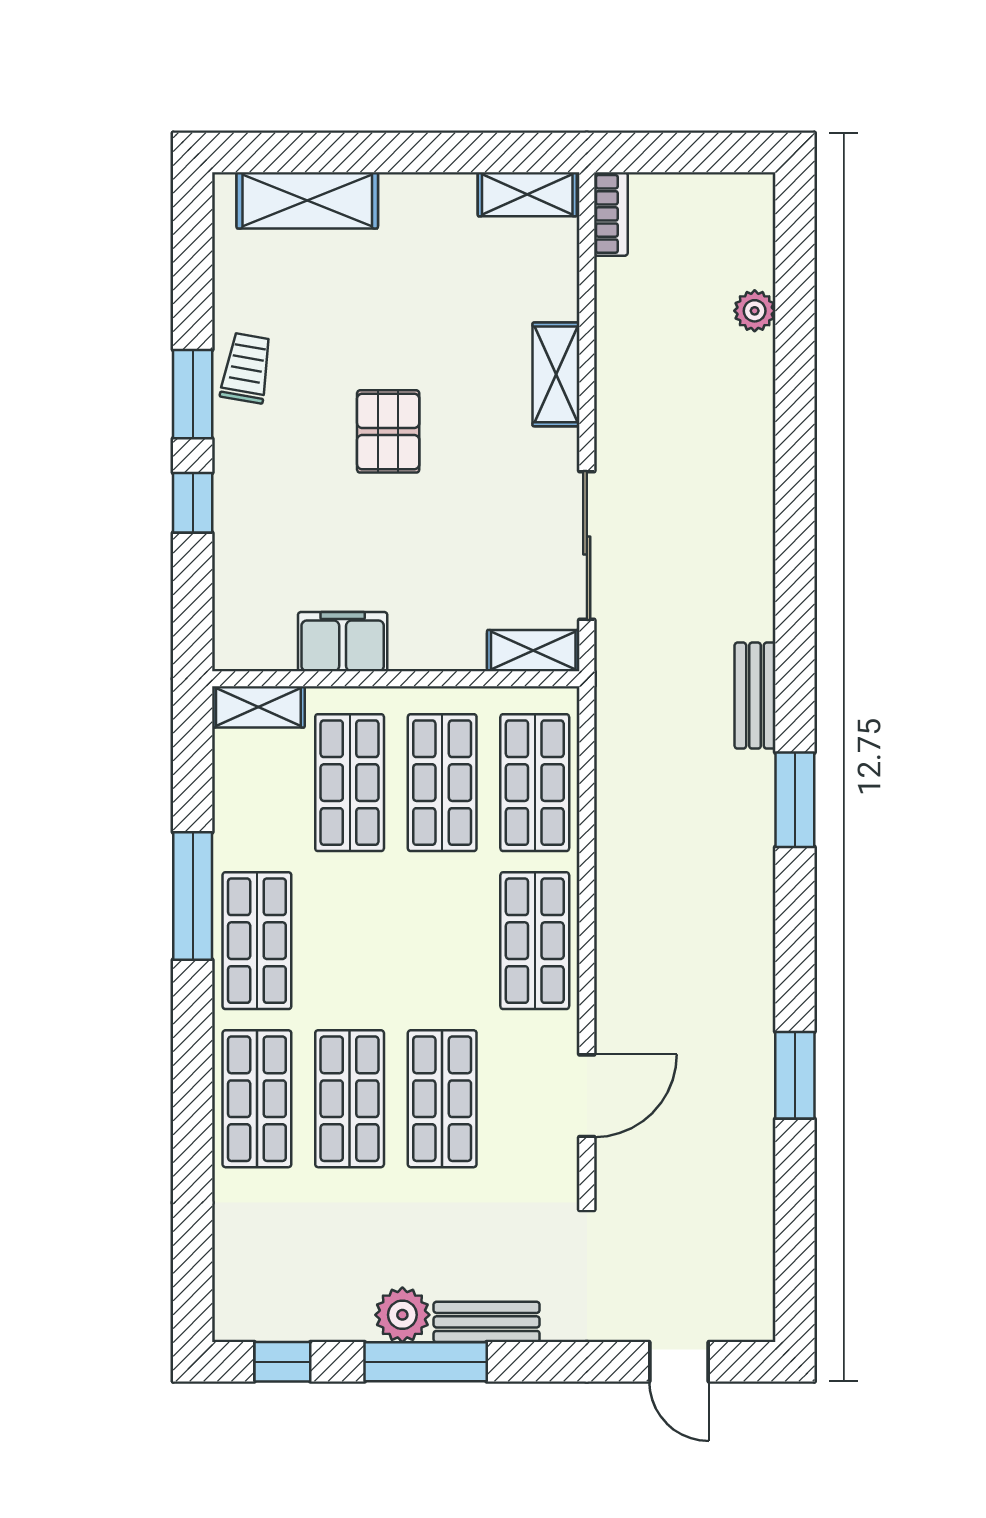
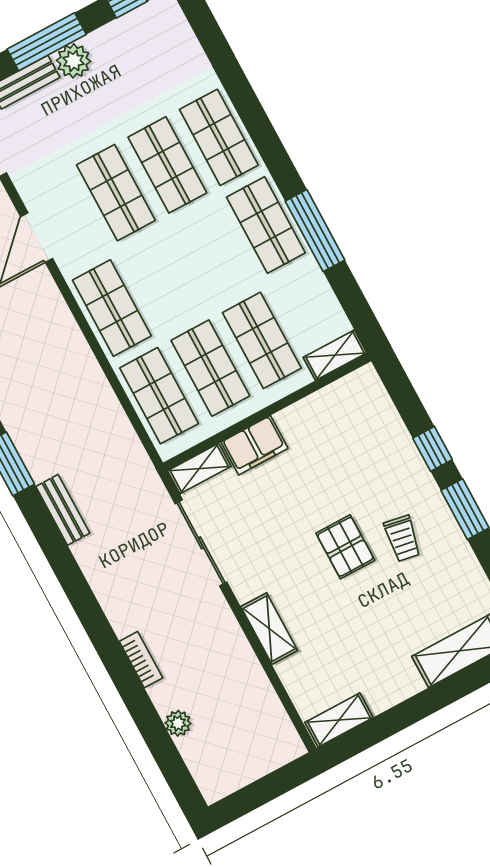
bookcase: (611, 214) -> (141, 660), moved, turned 180
trolley: (247, 368) -> (402, 538), moved
filing cabinet: (343, 642) -> (254, 445), moved

